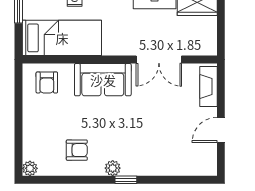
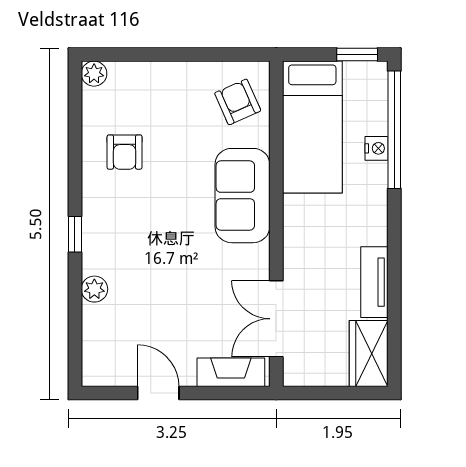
double door: (159, 59) -> (276, 319), moved
armchair: (47, 82) -> (238, 102), turned 66
plant: (113, 168) -> (94, 289), moved

